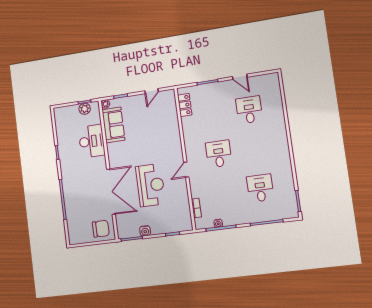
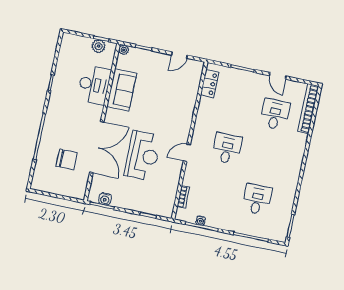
bookcase: (276, 95) -> (308, 109), added
sofa: (113, 125) -> (122, 90), moved
chair: (101, 229) -> (67, 160), moved
water cooler: (145, 231) -> (105, 199), moved

